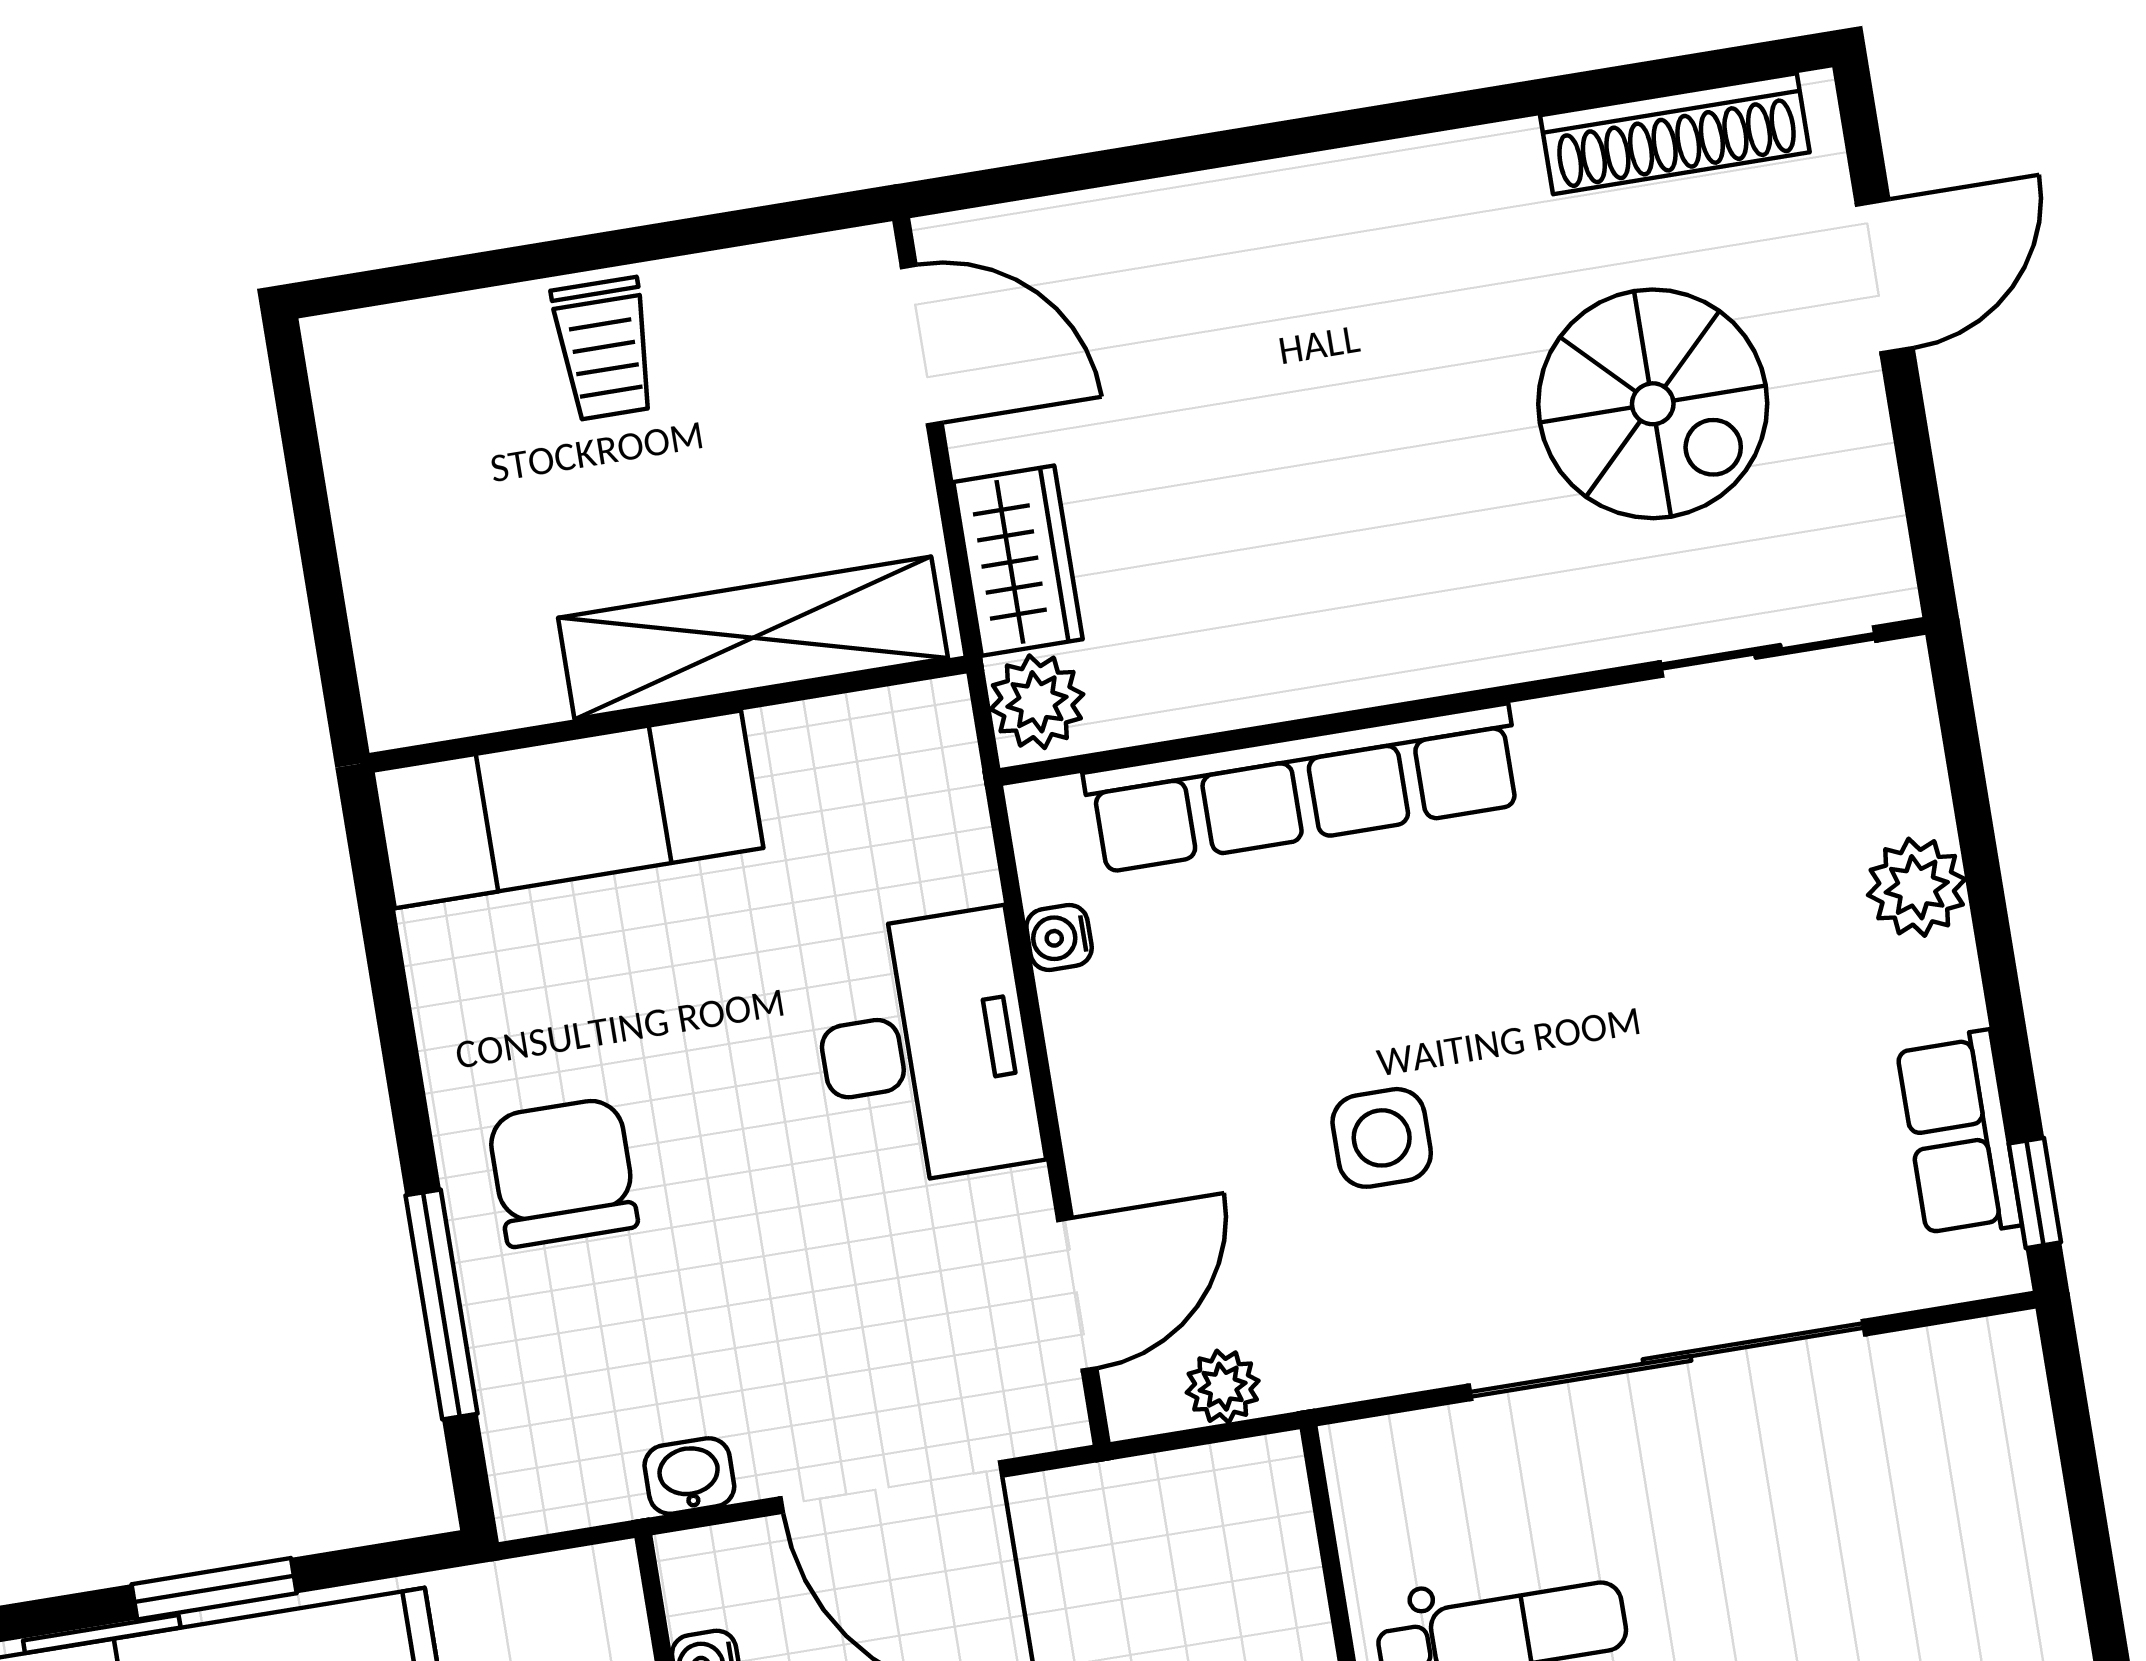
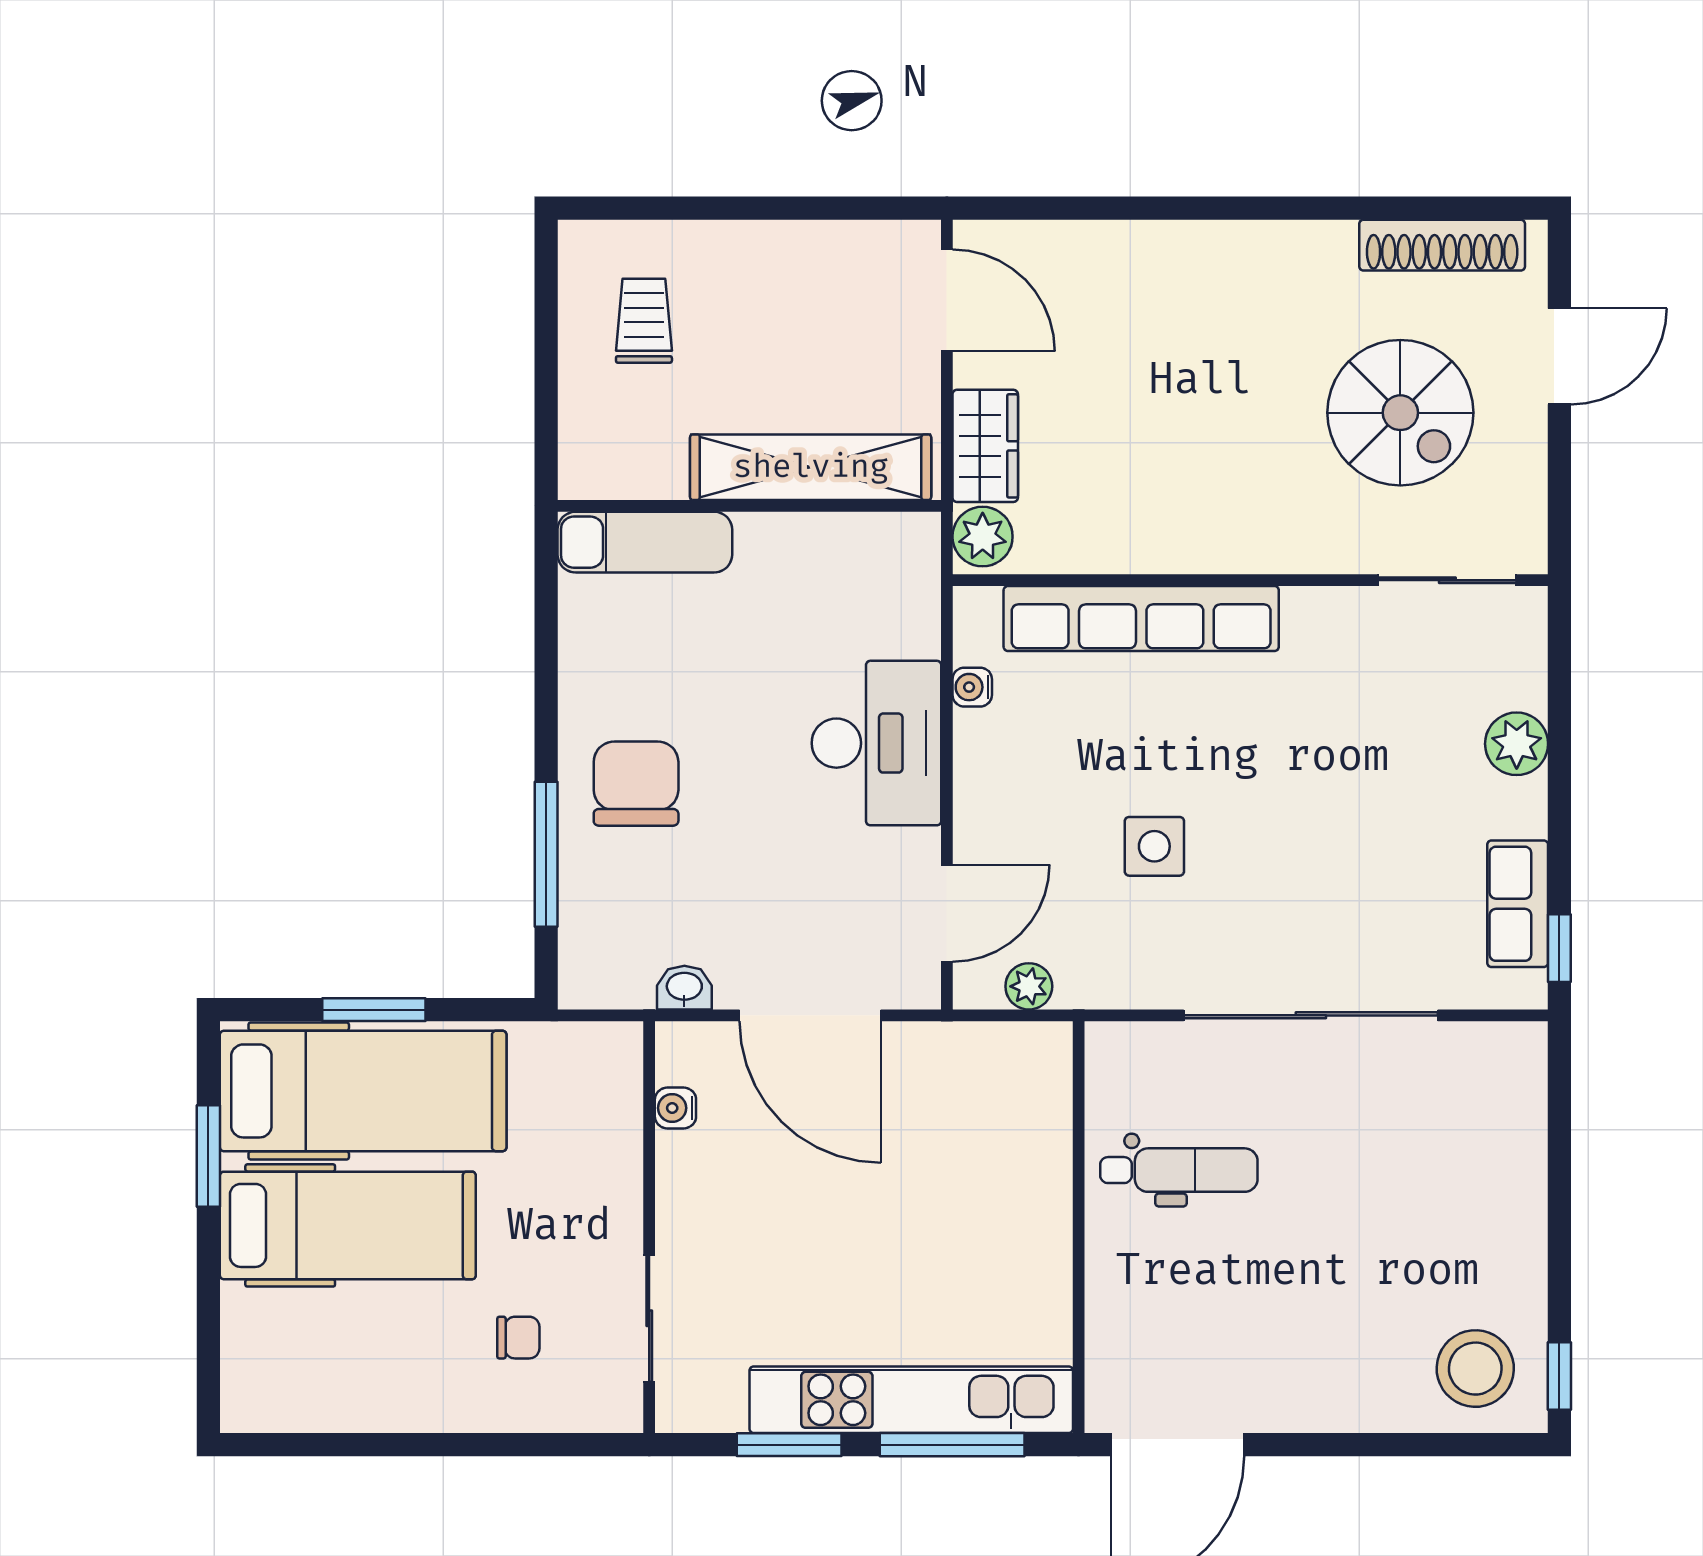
trolley: (604, 349) -> (644, 321), moved, turned 180
exam couch: (568, 809) -> (645, 542), width x0.73, depth x0.69

